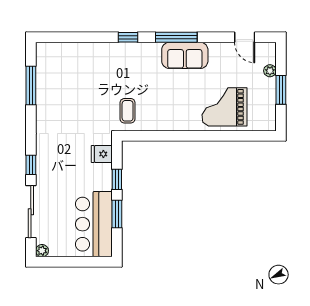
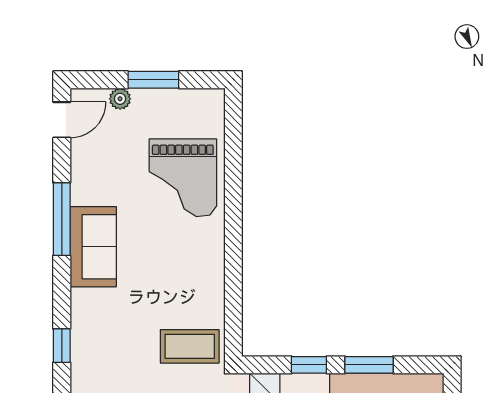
window: (176, 37) -> (62, 219), moved
door: (245, 37) -> (62, 120), moved
coffee table: (128, 111) -> (190, 346), width x1.36, depth x1.30

